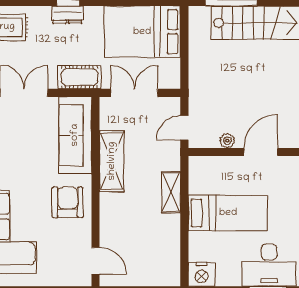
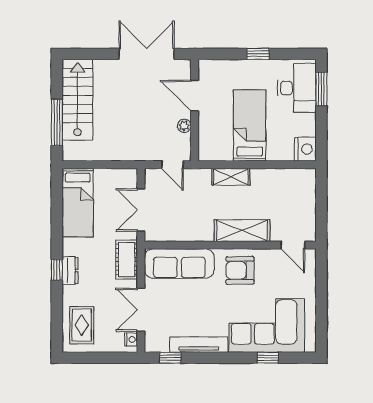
bed: (142, 32) -> (78, 203), width x0.67
shelving: (112, 161) -> (242, 231), moved
door: (96, 261) -> (293, 245), swing flipped

